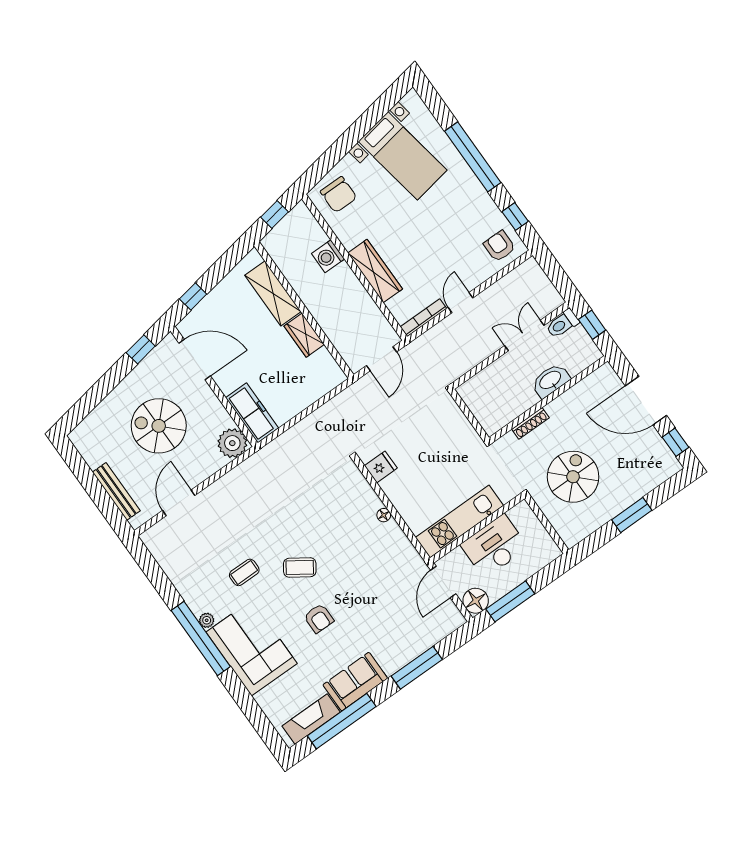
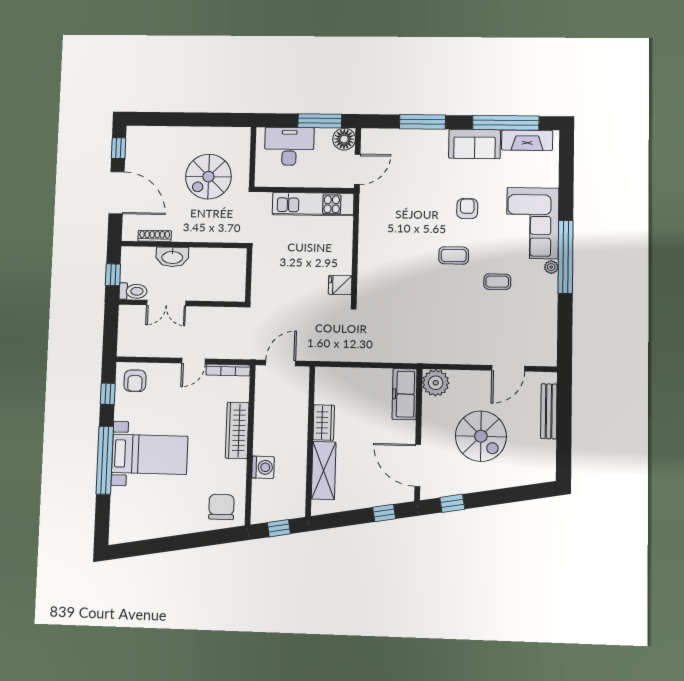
bed with nightstands: (403, 156) -> (150, 454), moved, turned 100
shoe rack: (530, 423) -> (155, 236), moved
floor lamp: (384, 515) -> (364, 249), removed
window: (632, 515) -> (188, 119), removed
desk: (494, 546) -> (289, 146), moved, turned 180
coffee table: (300, 567) -> (454, 255), turned -34

